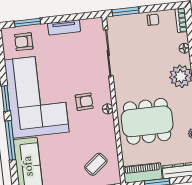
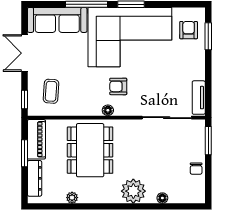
bookcase: (181, 20) -> (192, 198), removed
tv unit: (64, 27) -> (199, 98), moved
armchair: (84, 102) -> (118, 86), turned 92
coffee table: (96, 164) -> (51, 91), turned 43

